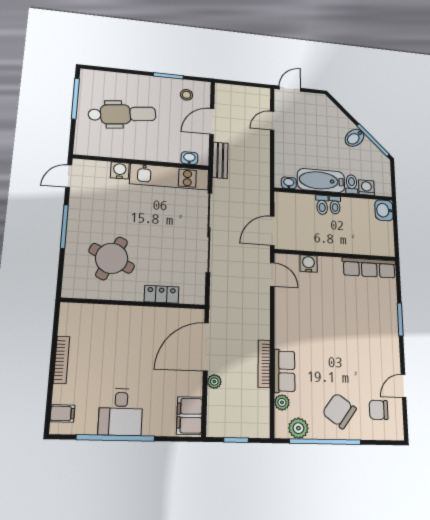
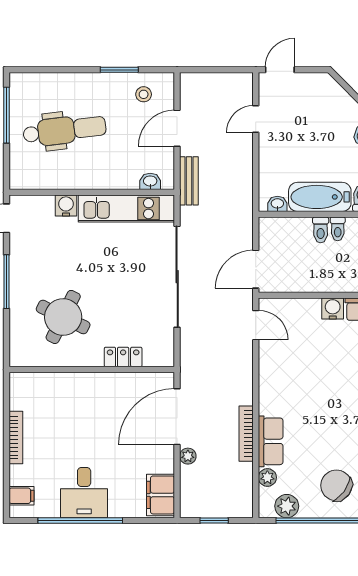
water cooler: (309, 264) -> (333, 309), moved

